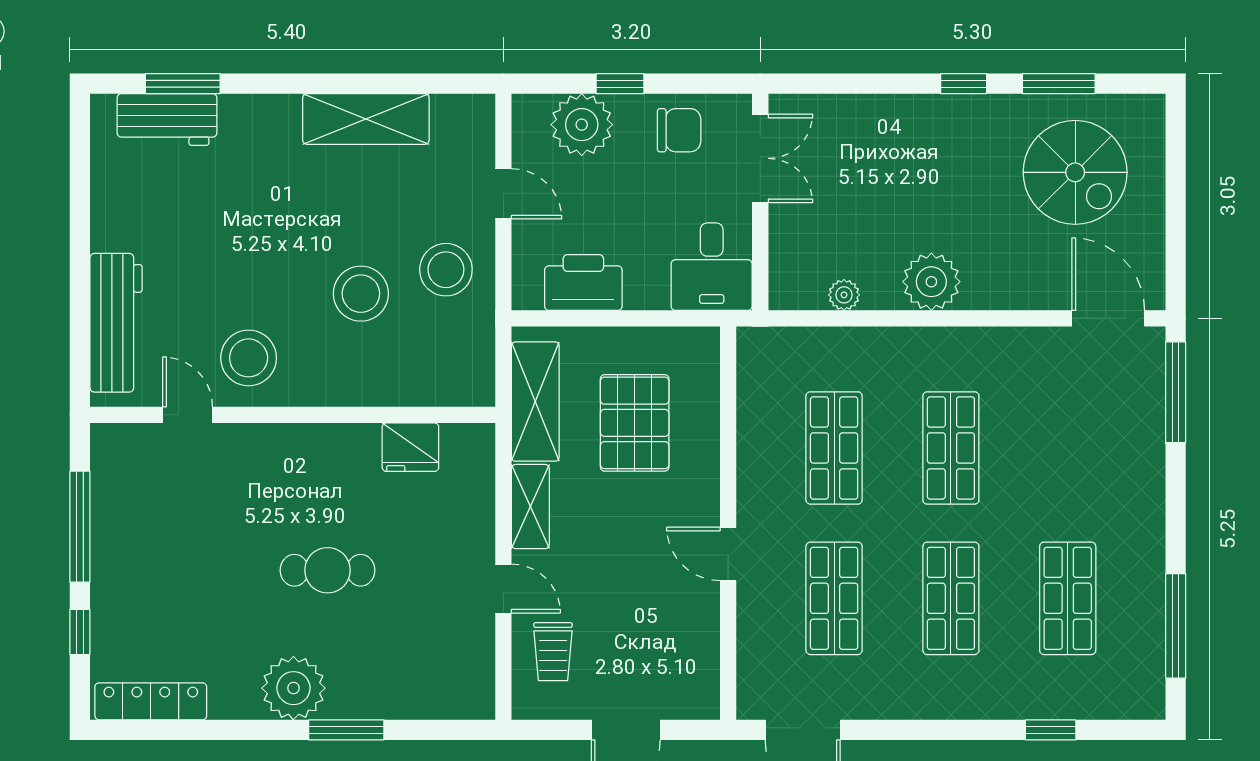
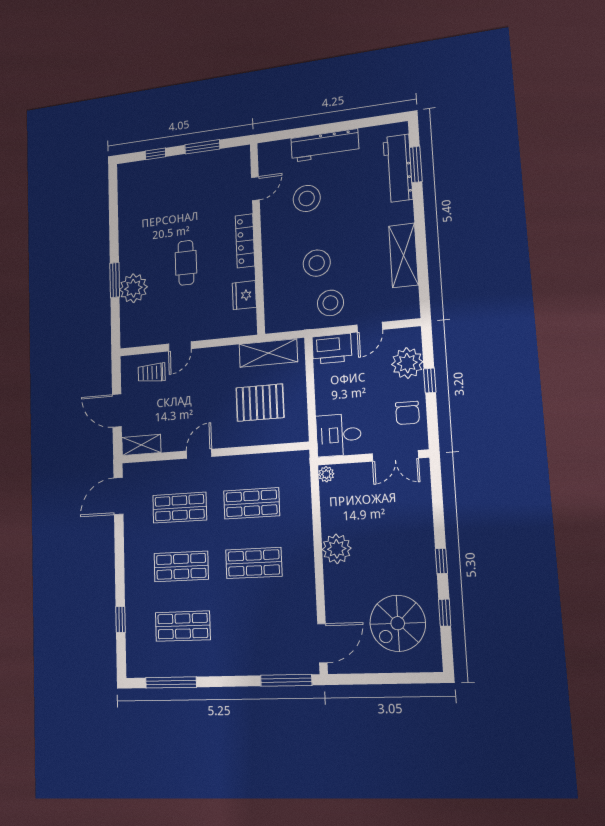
window: (1059, 84) -> (445, 613), width x0.67
workbench: (167, 119) -> (398, 168), width x1.38
printer: (583, 283) -> (332, 349), moved, turned 90
plant: (844, 295) -> (326, 474), moved
workbench: (116, 323) -> (325, 145), moved
stool: (249, 358) -> (307, 198), moved
shelving: (530, 507) -> (141, 445), moved
window: (80, 527) -> (202, 147), width x0.69
plant: (293, 688) -> (133, 288), moved
locker: (151, 701) -> (245, 241), moved, turned 180

